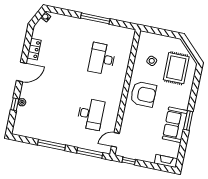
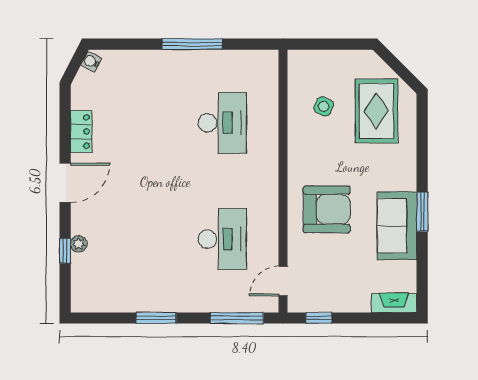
desk: (102, 59) -> (222, 123), turned 180
armchair: (143, 94) -> (327, 209), moved
window: (52, 145) -> (156, 318), width x0.69

